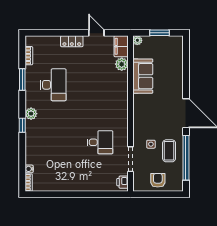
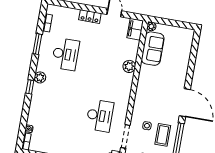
window: (159, 33) -> (173, 23), removed
plant: (122, 64) -> (129, 66), moved
sofa: (143, 76) -> (153, 49), moved
desk: (100, 142) -> (100, 116), width x1.37

